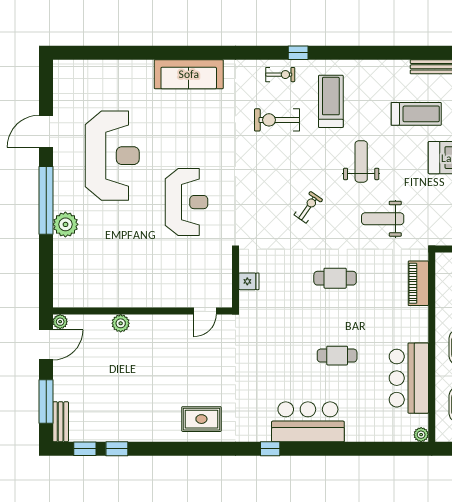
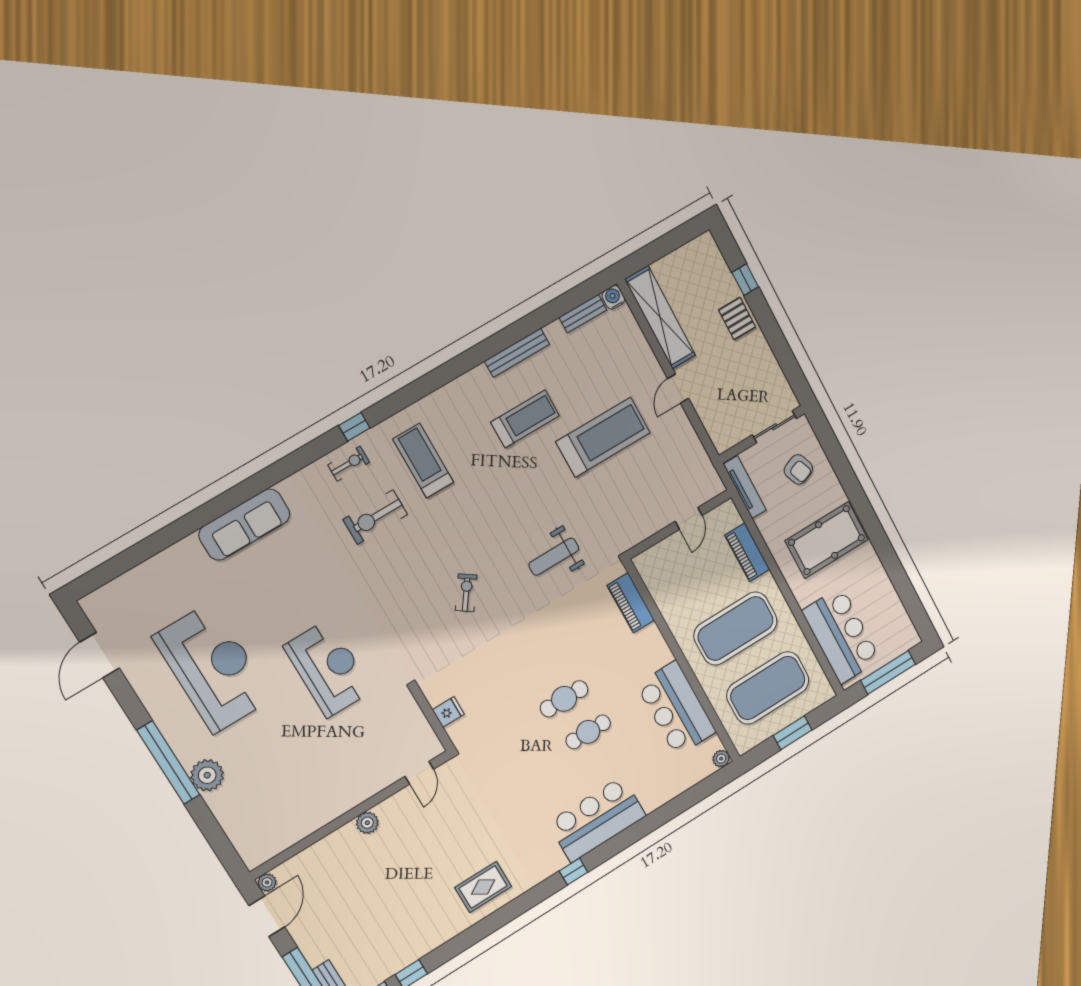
door: (46, 131) -> (100, 655), moved
weight bench: (361, 161) -> (495, 508), removed
cafe table: (335, 278) -> (564, 699), moved
plant: (121, 323) -> (367, 823), moved

